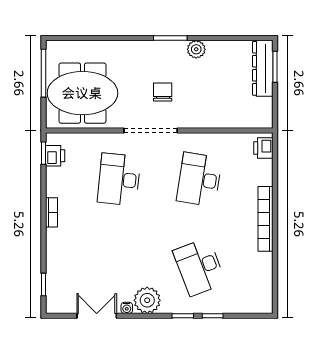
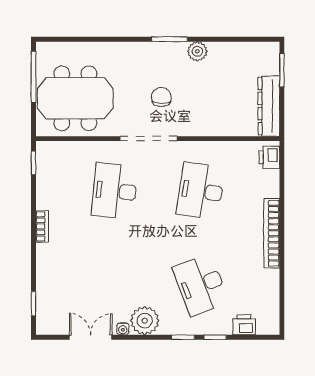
dresser: (263, 68) -> (269, 106), moved
printer: (55, 156) -> (244, 325), moved, turned -90

